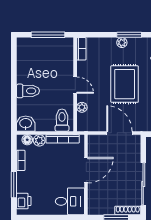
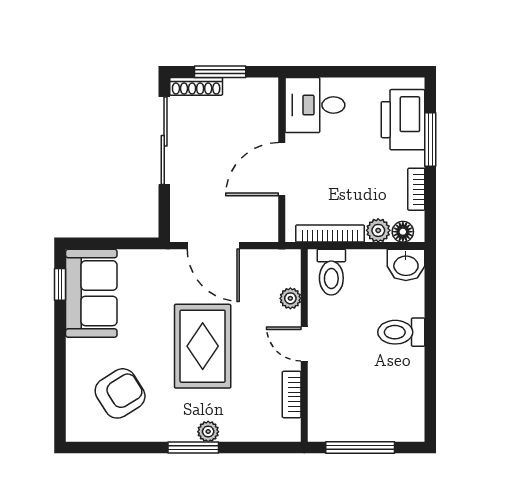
bookcase: (81, 49) -> (292, 395), moved
printer: (24, 201) -> (403, 120), width x1.87, depth x1.48

